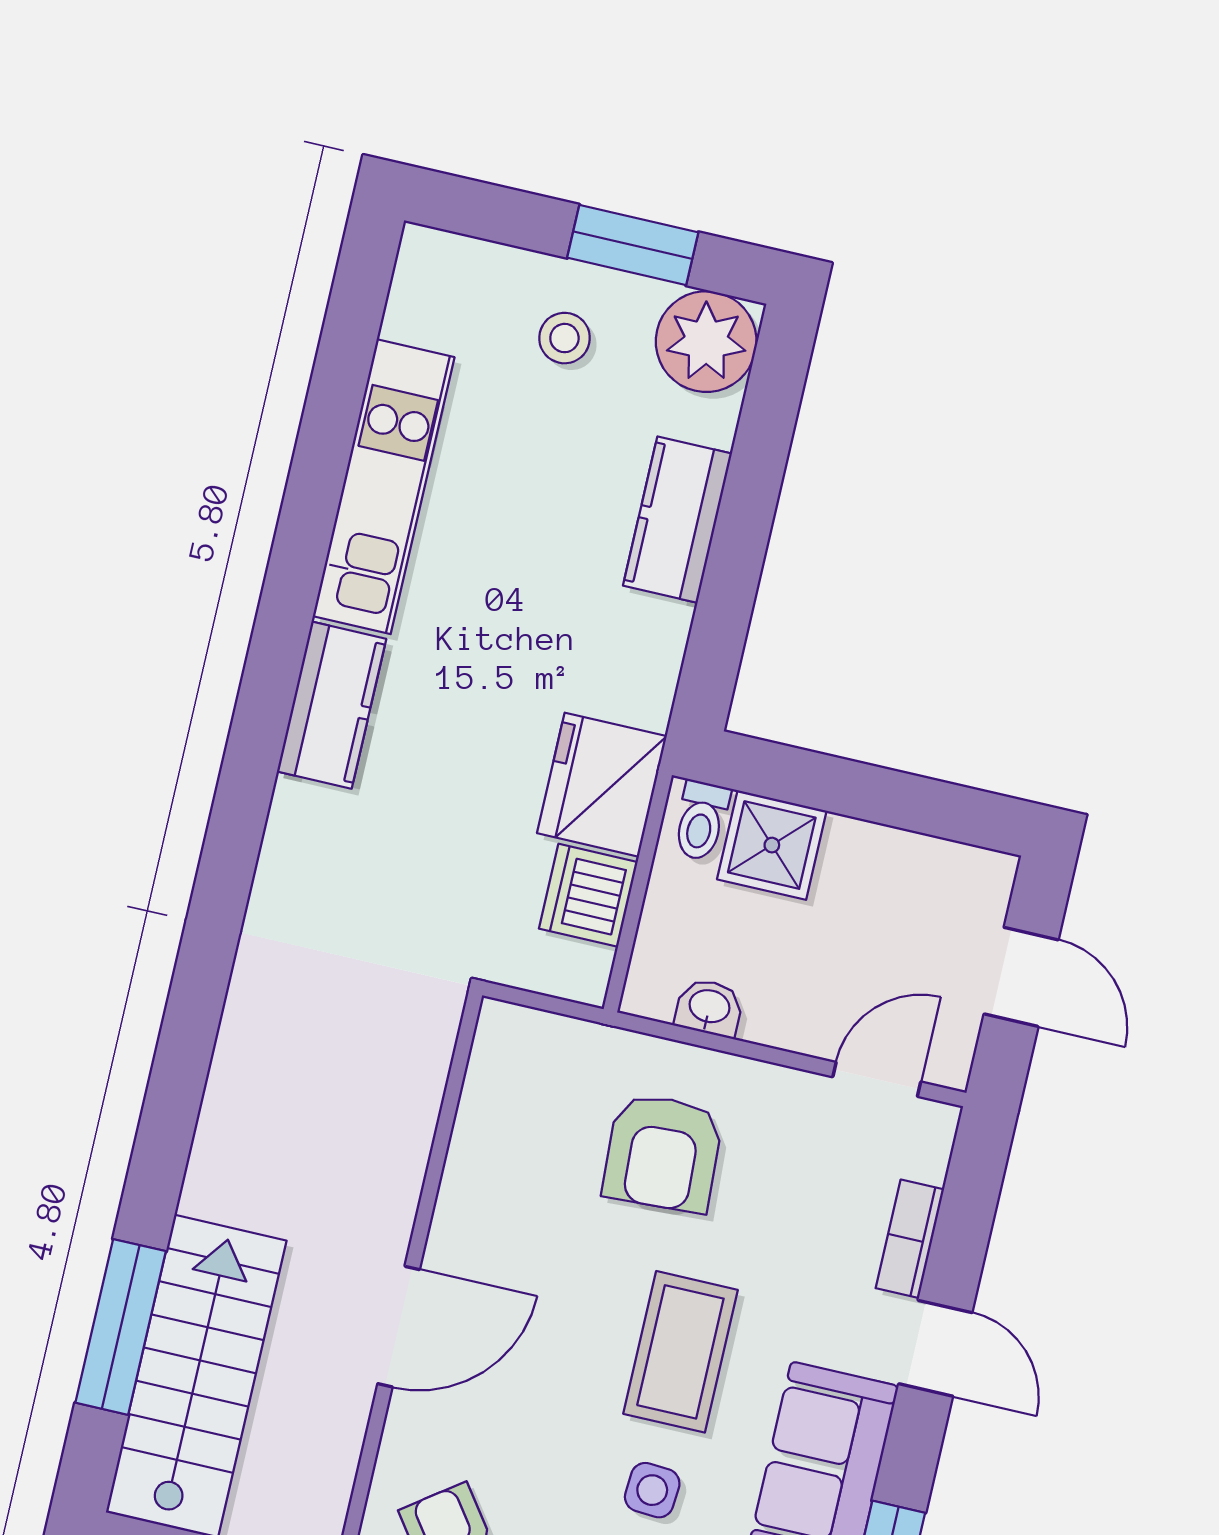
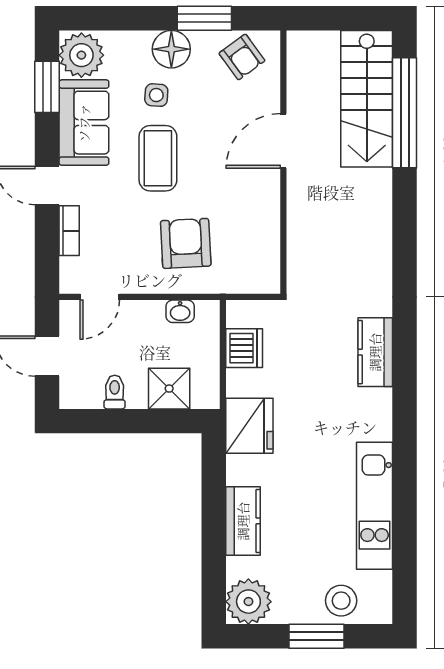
window: (633, 245) -> (316, 636), moved
stool: (564, 338) -> (341, 601), moved, width x1.37, depth x1.37
kitchen counter: (332, 705) -> (375, 352), moved
fridge: (602, 785) -> (249, 426), moved
toilet: (701, 821) -> (115, 392), moved
window: (121, 1327) -> (405, 113), width x1.46

